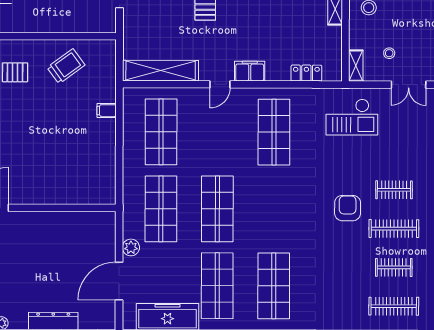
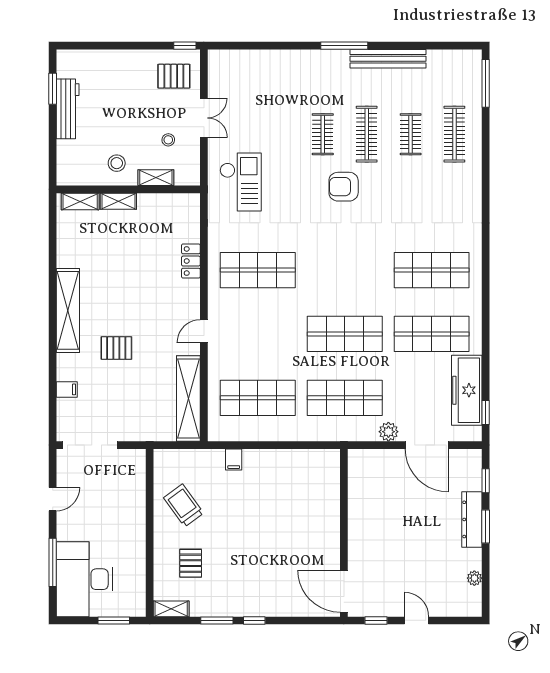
shelving: (356, 66) -> (156, 178), moved
filing cabinet: (250, 71) -> (189, 298), removed
locker: (306, 73) -> (191, 261), moved
door: (220, 84) -> (204, 331), swing flipped

